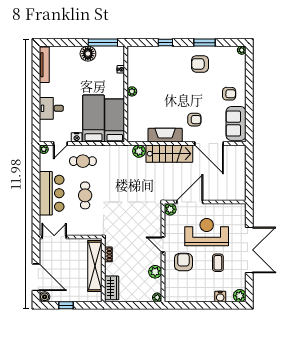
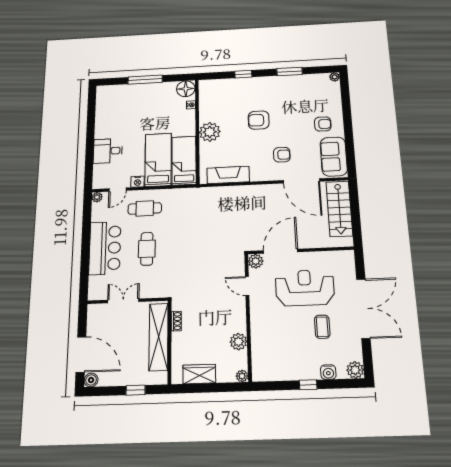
window: (103, 43) -> (145, 80), moved
floor lamp: (88, 54) -> (186, 89), moved
armchair: (200, 64) -> (259, 120), moved
tv unit: (44, 65) -> (101, 105), removed
plant: (132, 91) -> (210, 132), width x1.88, depth x1.88
fireplace: (165, 135) -> (228, 175), moved
plant: (139, 151) -> (214, 194), removed
stairs: (169, 154) -> (339, 209), moved, turned 90
double door: (54, 237) -> (123, 301), moved
door: (163, 245) -> (247, 286), moved
armchair: (183, 262) -> (276, 327), removed
wardrobe: (112, 288) -> (199, 374), moved, turned -90
window: (66, 305) -> (136, 390), moved
window: (205, 305) -> (308, 385), added

